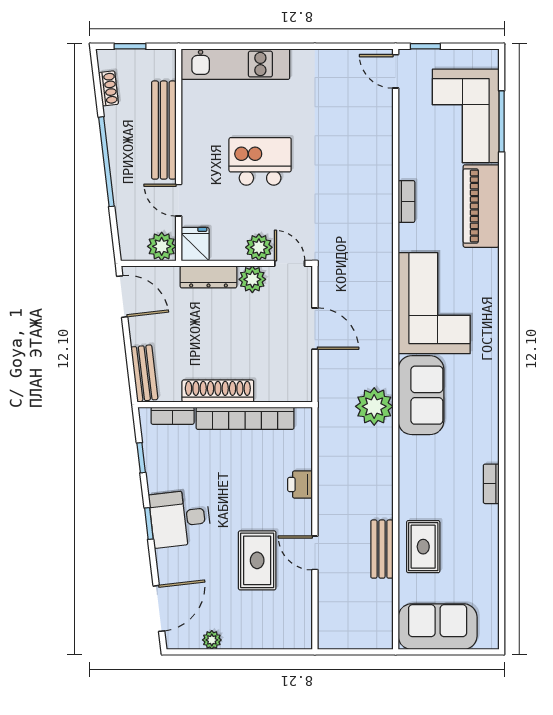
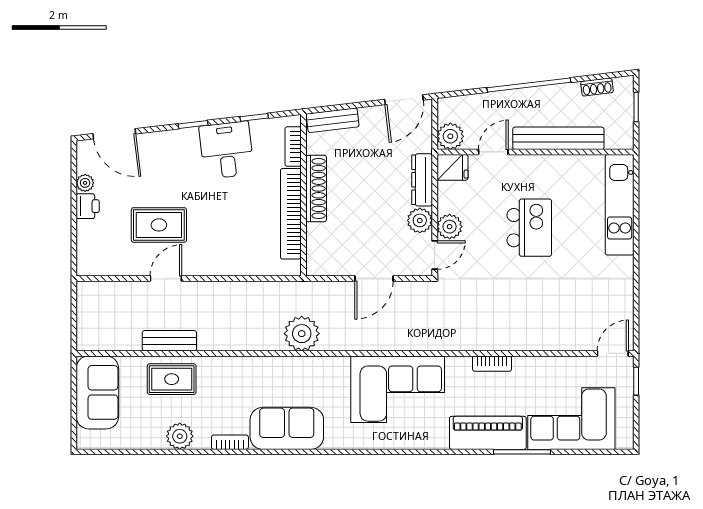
window: (502, 121) -> (522, 452), moved
sofa: (421, 395) -> (287, 428), moved, turned 180
printer: (300, 484) -> (88, 206), moved, turned 90
desk: (180, 518) -> (226, 150), moved
plant: (485, 538) -> (180, 436), added

